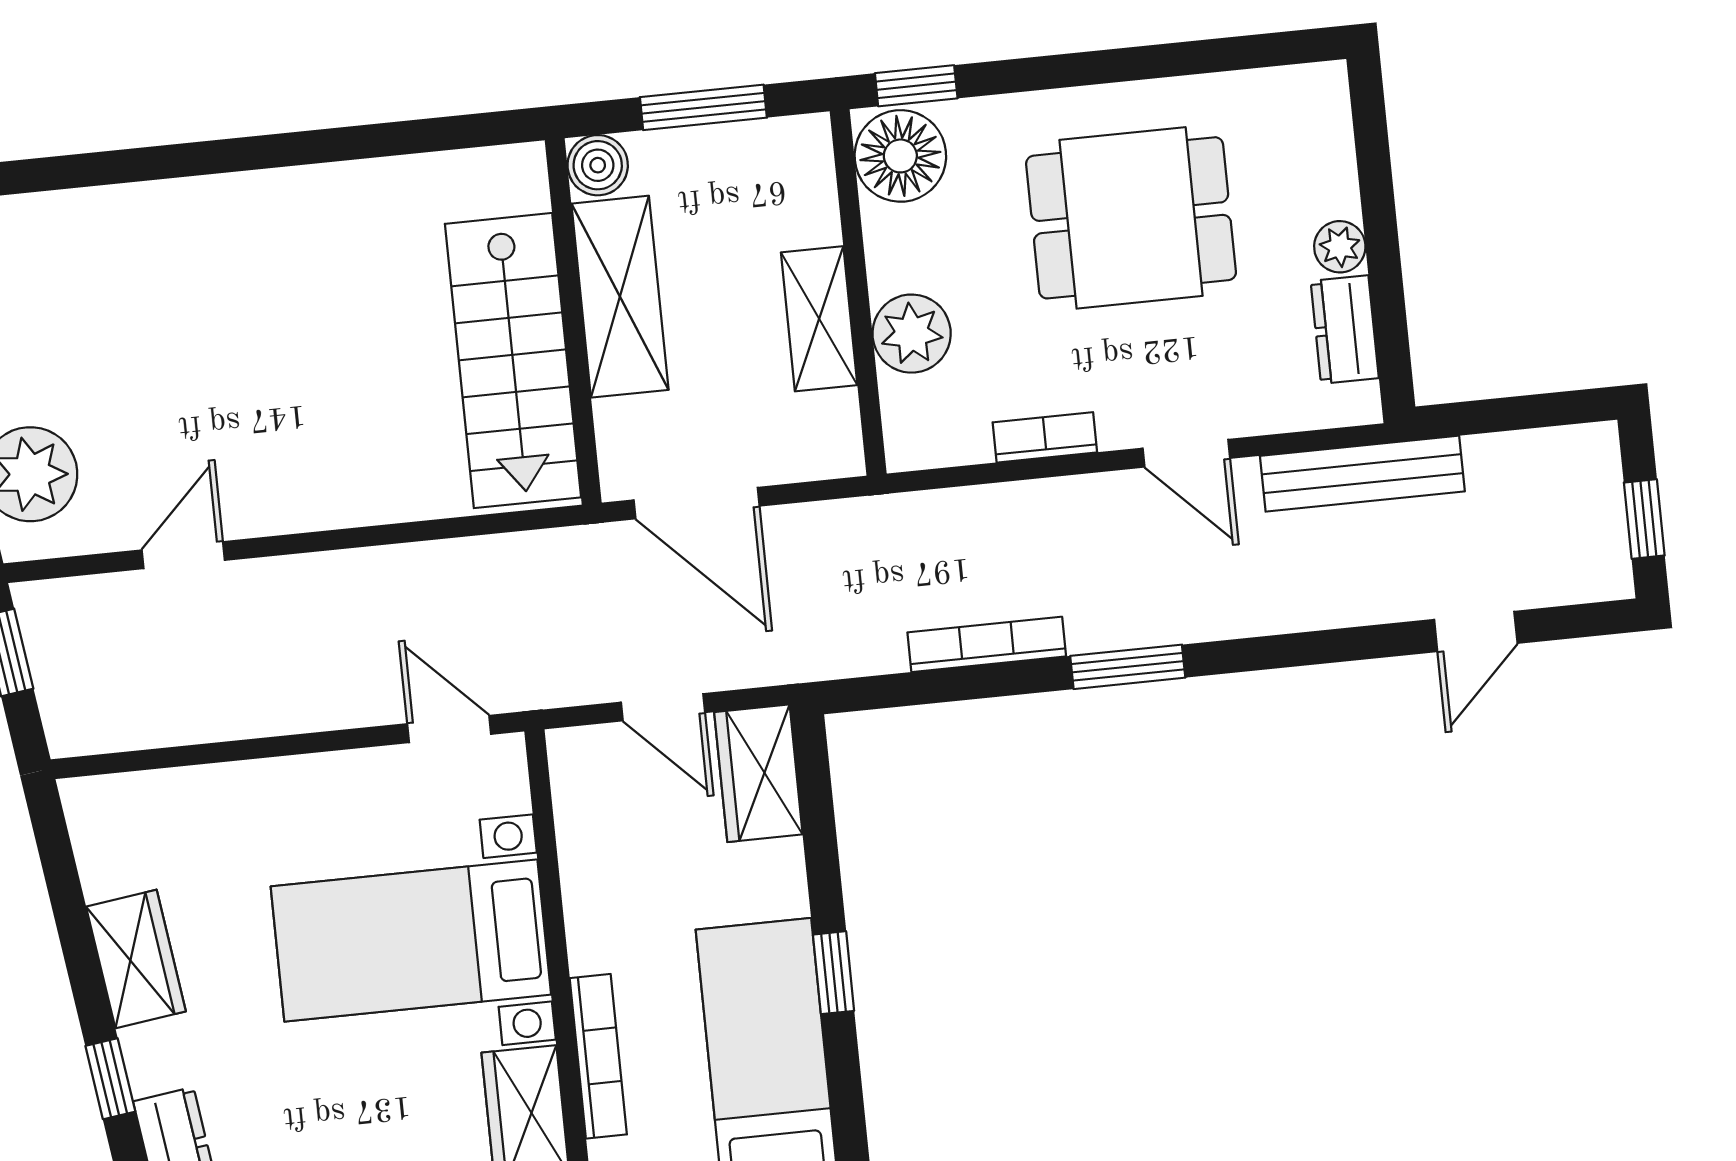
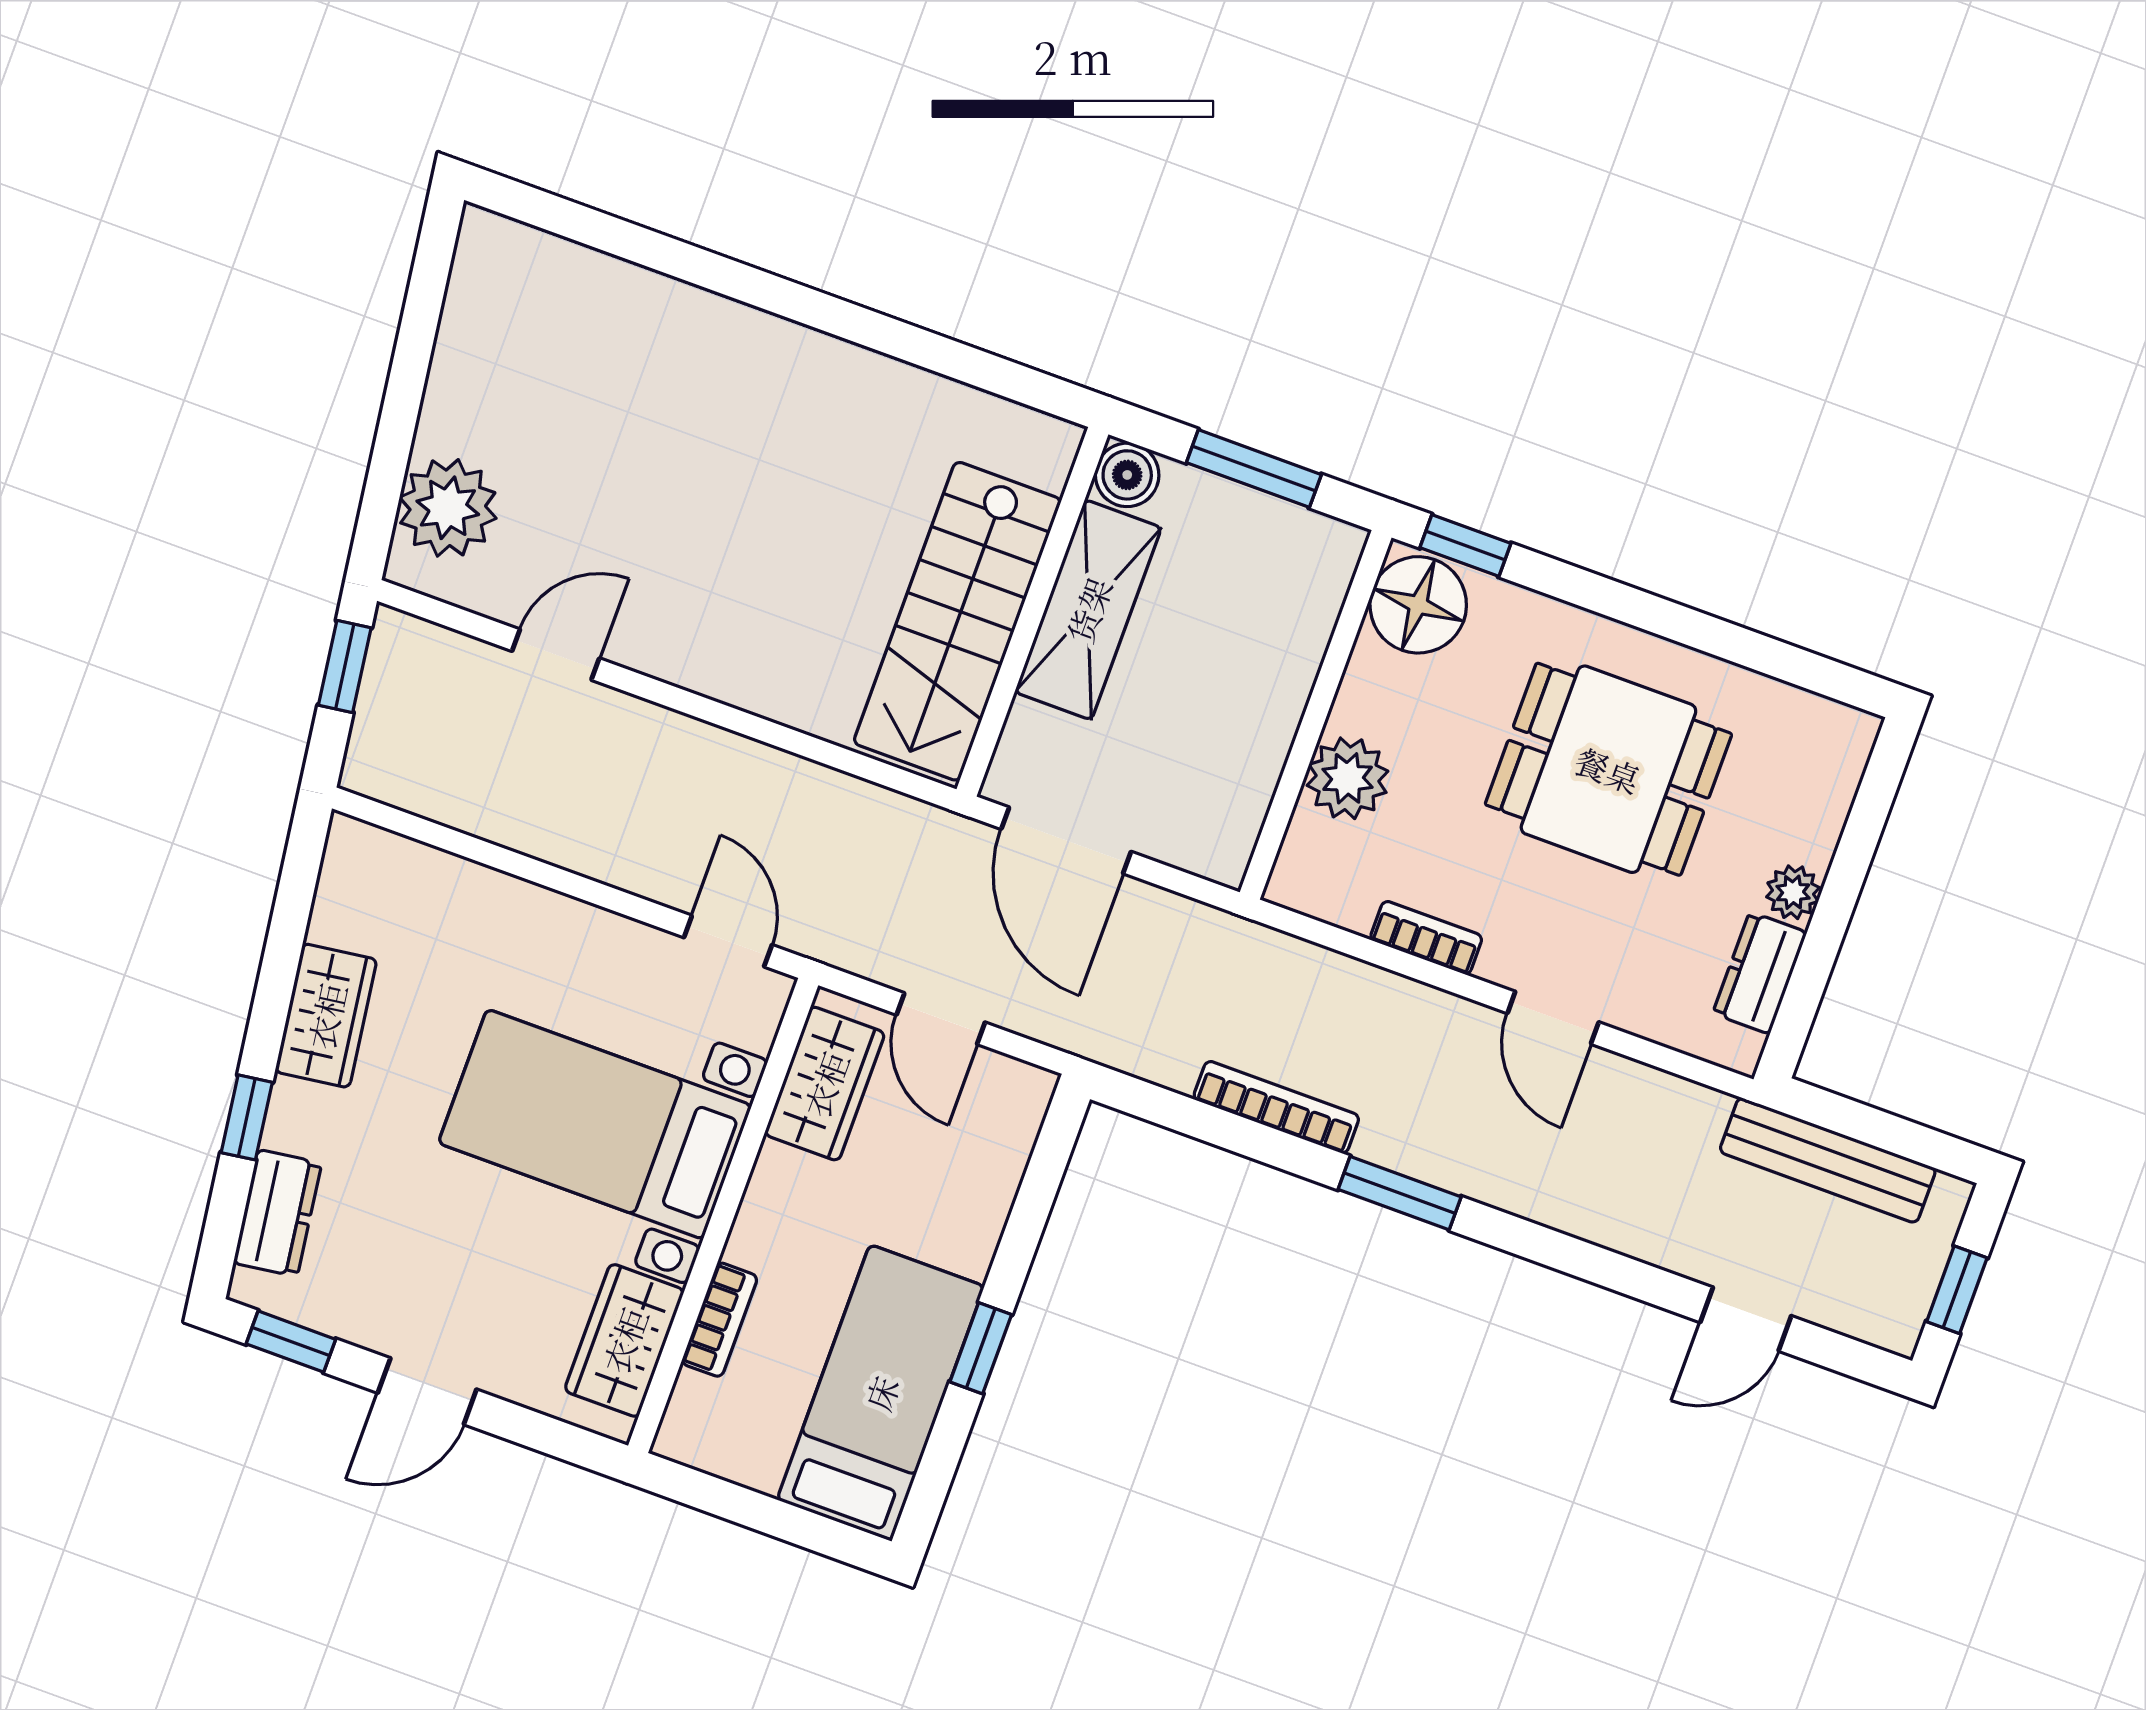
shelving: (819, 319) -> (1267, 722), removed
bench: (1362, 474) -> (1828, 1160), moved
wardrobe: (758, 773) -> (825, 1084), moved, turned 180
bookcase: (598, 1056) -> (720, 1320), width x0.64

